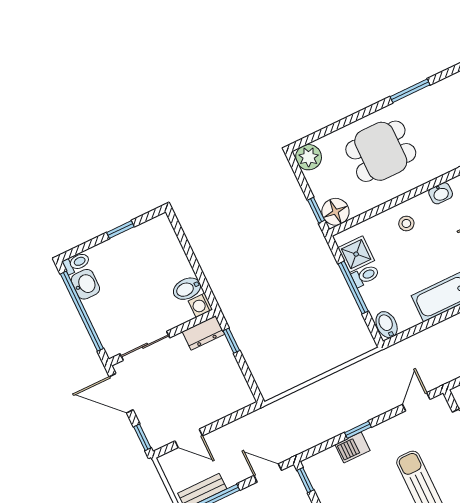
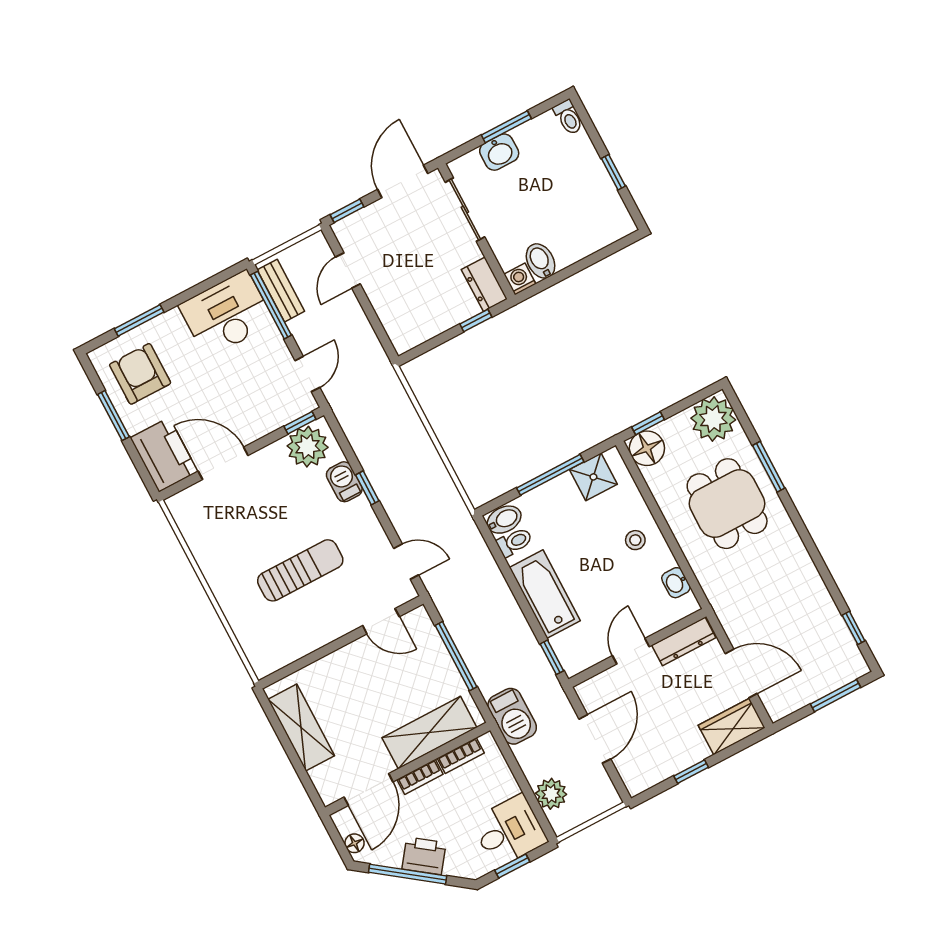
window: (410, 91) -> (769, 467), moved
plant: (309, 157) -> (713, 419), width x1.36, depth x1.36
toilet: (365, 276) -> (515, 542), moved, turned -90
washbasin: (85, 284) -> (499, 152), moved
window: (82, 311) -> (506, 127), width x0.47
plant: (324, 475) -> (308, 447), added

